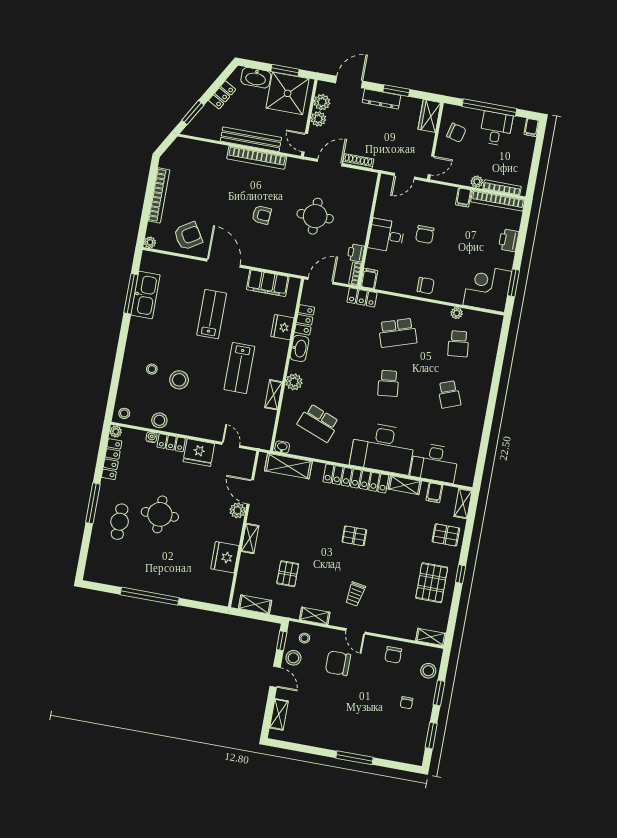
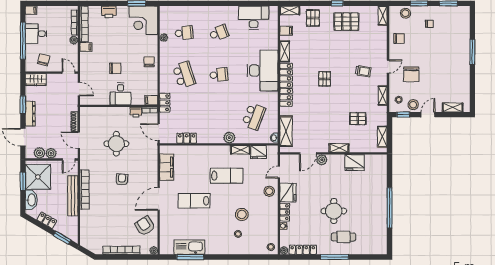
fridge: (282, 327) -> (259, 152), moved
washbasin: (299, 348) -> (206, 138), removed
stool: (159, 420) -> (269, 191), moved
desk: (435, 463) -> (254, 18), moved, turned -90

